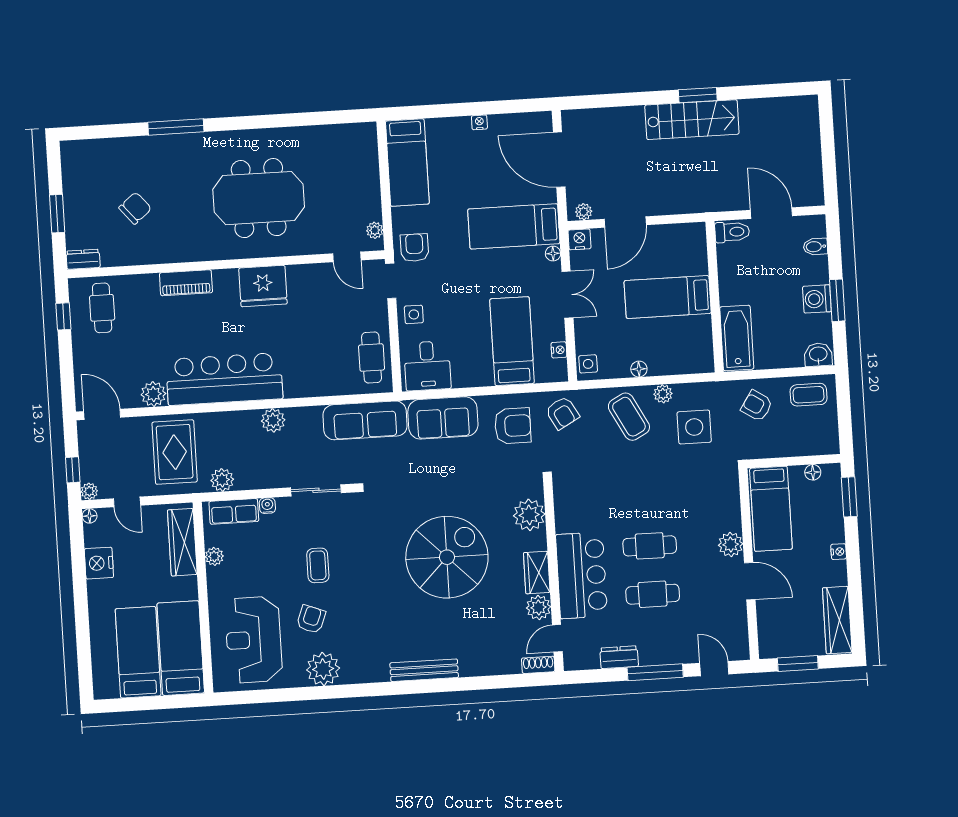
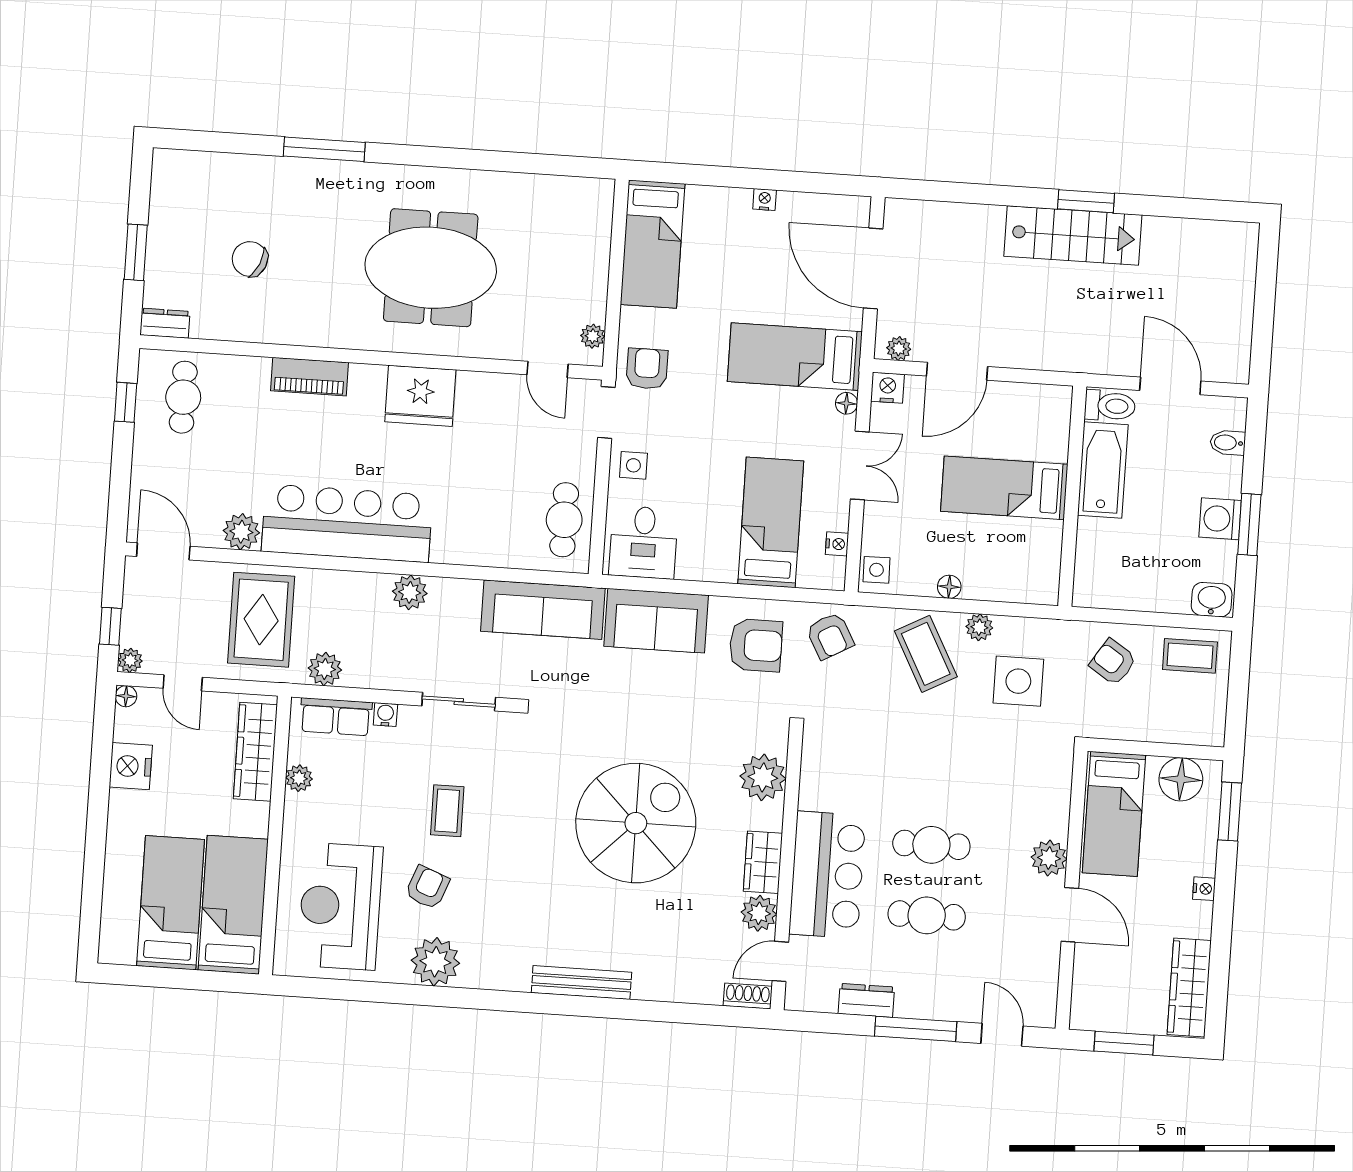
chair: (135, 208) -> (250, 259), turned -116
bathtub: (737, 338) -> (1103, 470), moved
floor lamp: (813, 472) -> (1181, 779), width x1.89, depth x1.89

